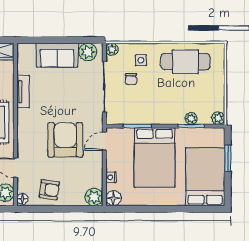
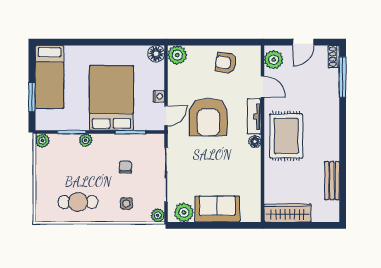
cafe table: (185, 62) -> (78, 202), width x0.73, depth x0.74
chair: (131, 79) -> (125, 167), moved
tv unit: (23, 92) -> (254, 117), moved
plant: (191, 119) -> (86, 140), moved
nightstand: (111, 177) -> (159, 96), moved
bed: (205, 177) -> (49, 77), width x0.67
floor lamp: (22, 199) -> (255, 141), moved

